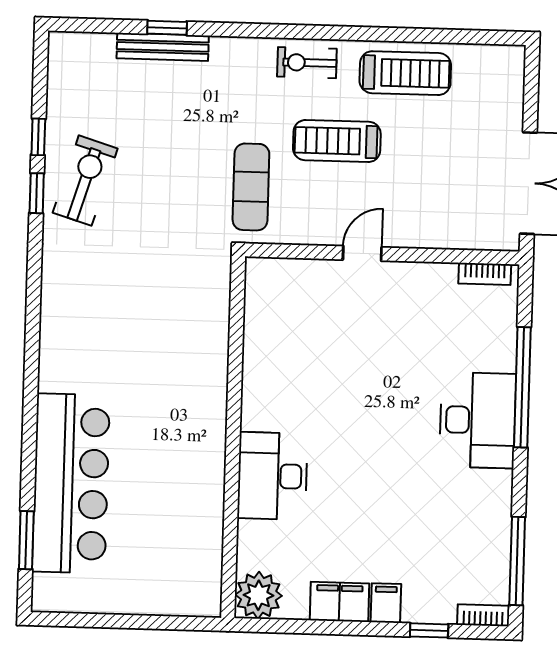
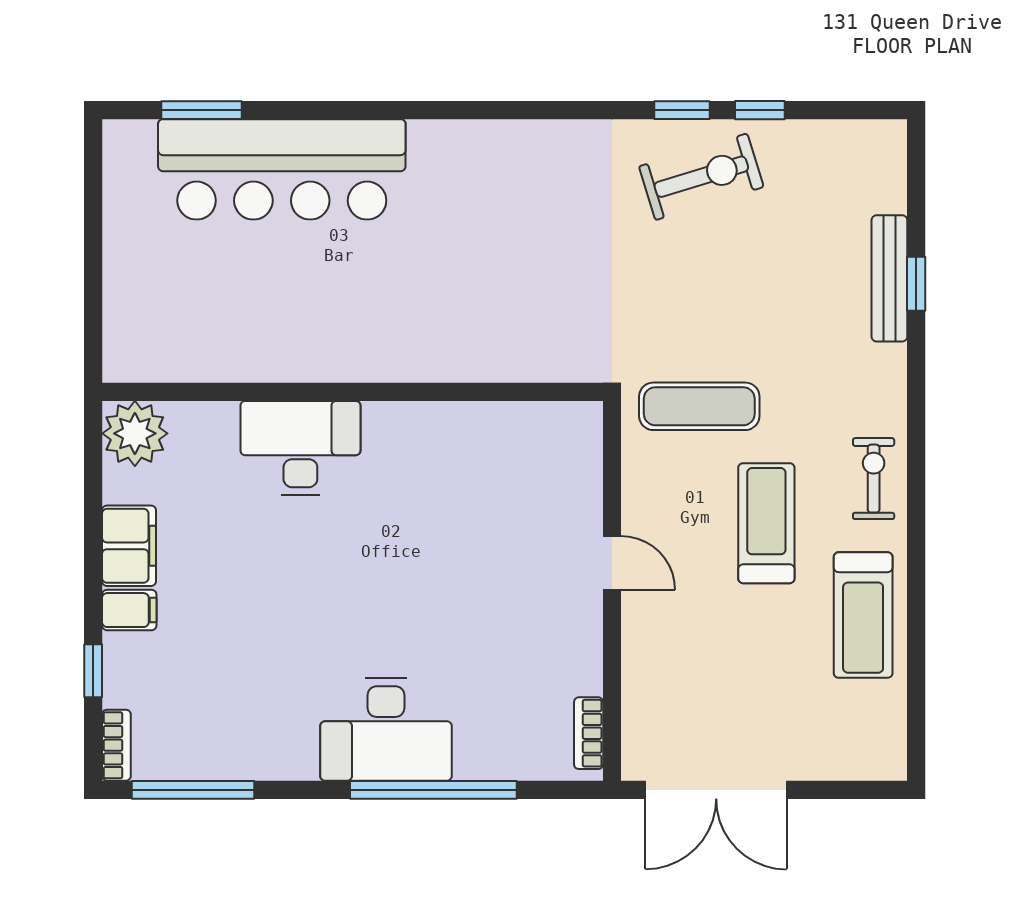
exercise bike: (85, 181) -> (701, 177), turned -34

